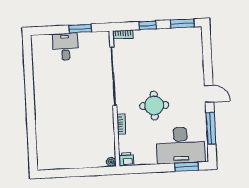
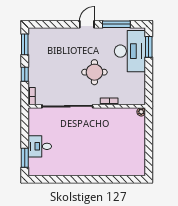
window: (80, 29) -> (25, 158), moved
printer: (126, 159) -> (140, 99), removed

